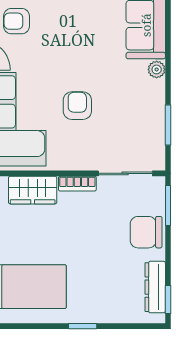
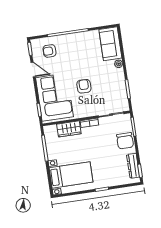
chair: (146, 232) -> (125, 141), turned -90

